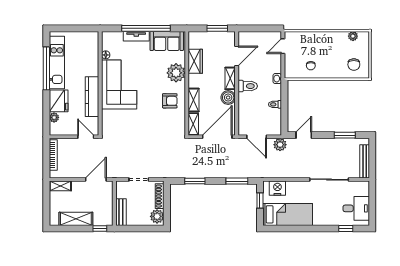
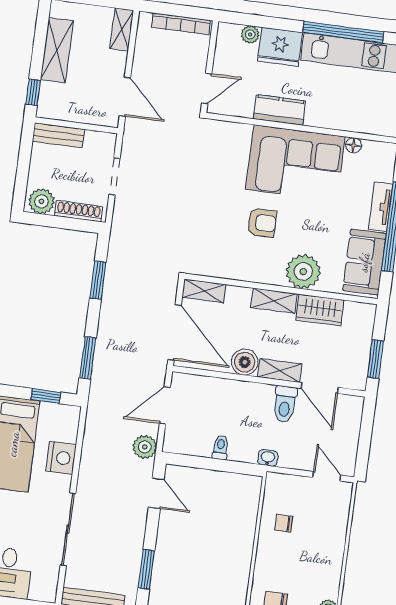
toilet: (248, 86) -> (285, 404), moved
kitchen counter: (92, 97) -> (280, 110), width x0.67
shelving: (194, 100) -> (274, 301), moved
armchair: (170, 101) -> (262, 223), moved, turned -90
nightstand: (277, 188) -> (61, 458), moved

